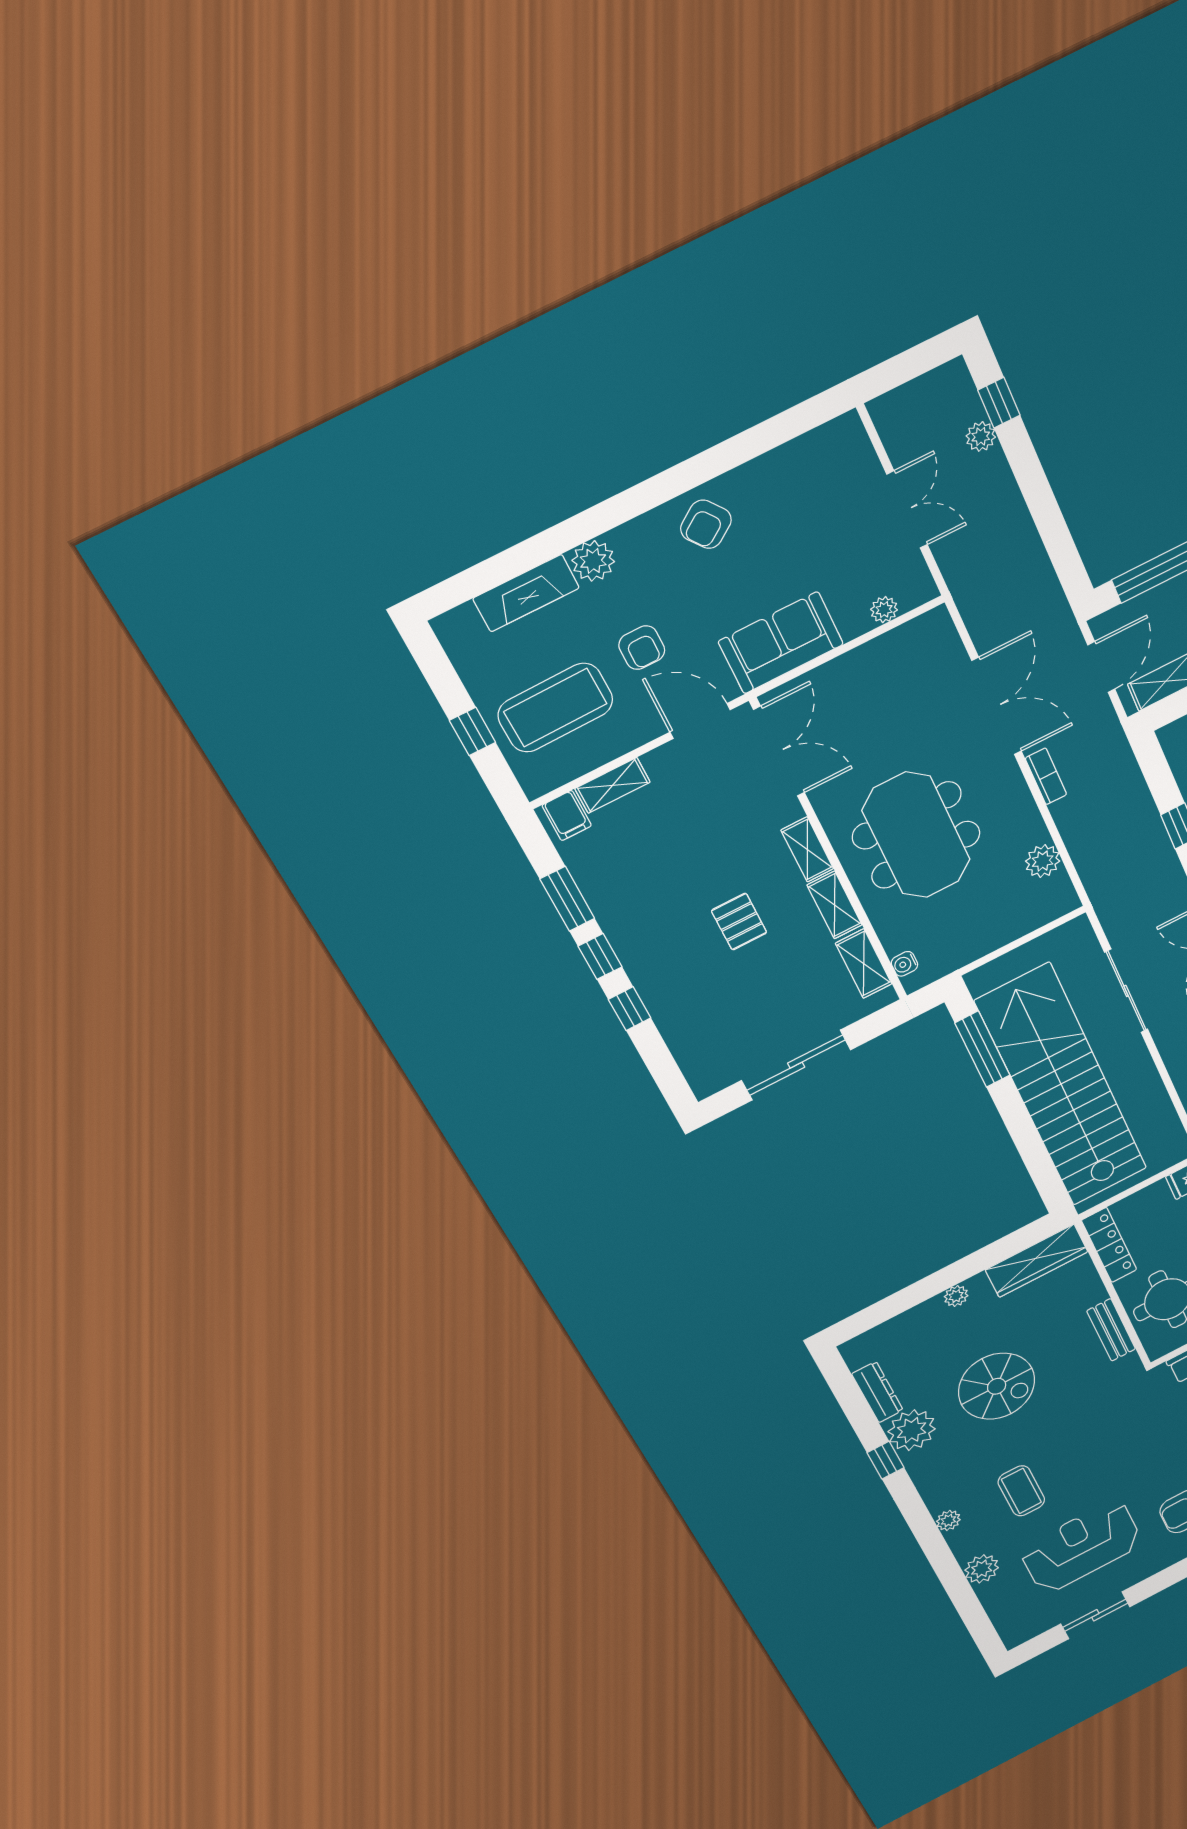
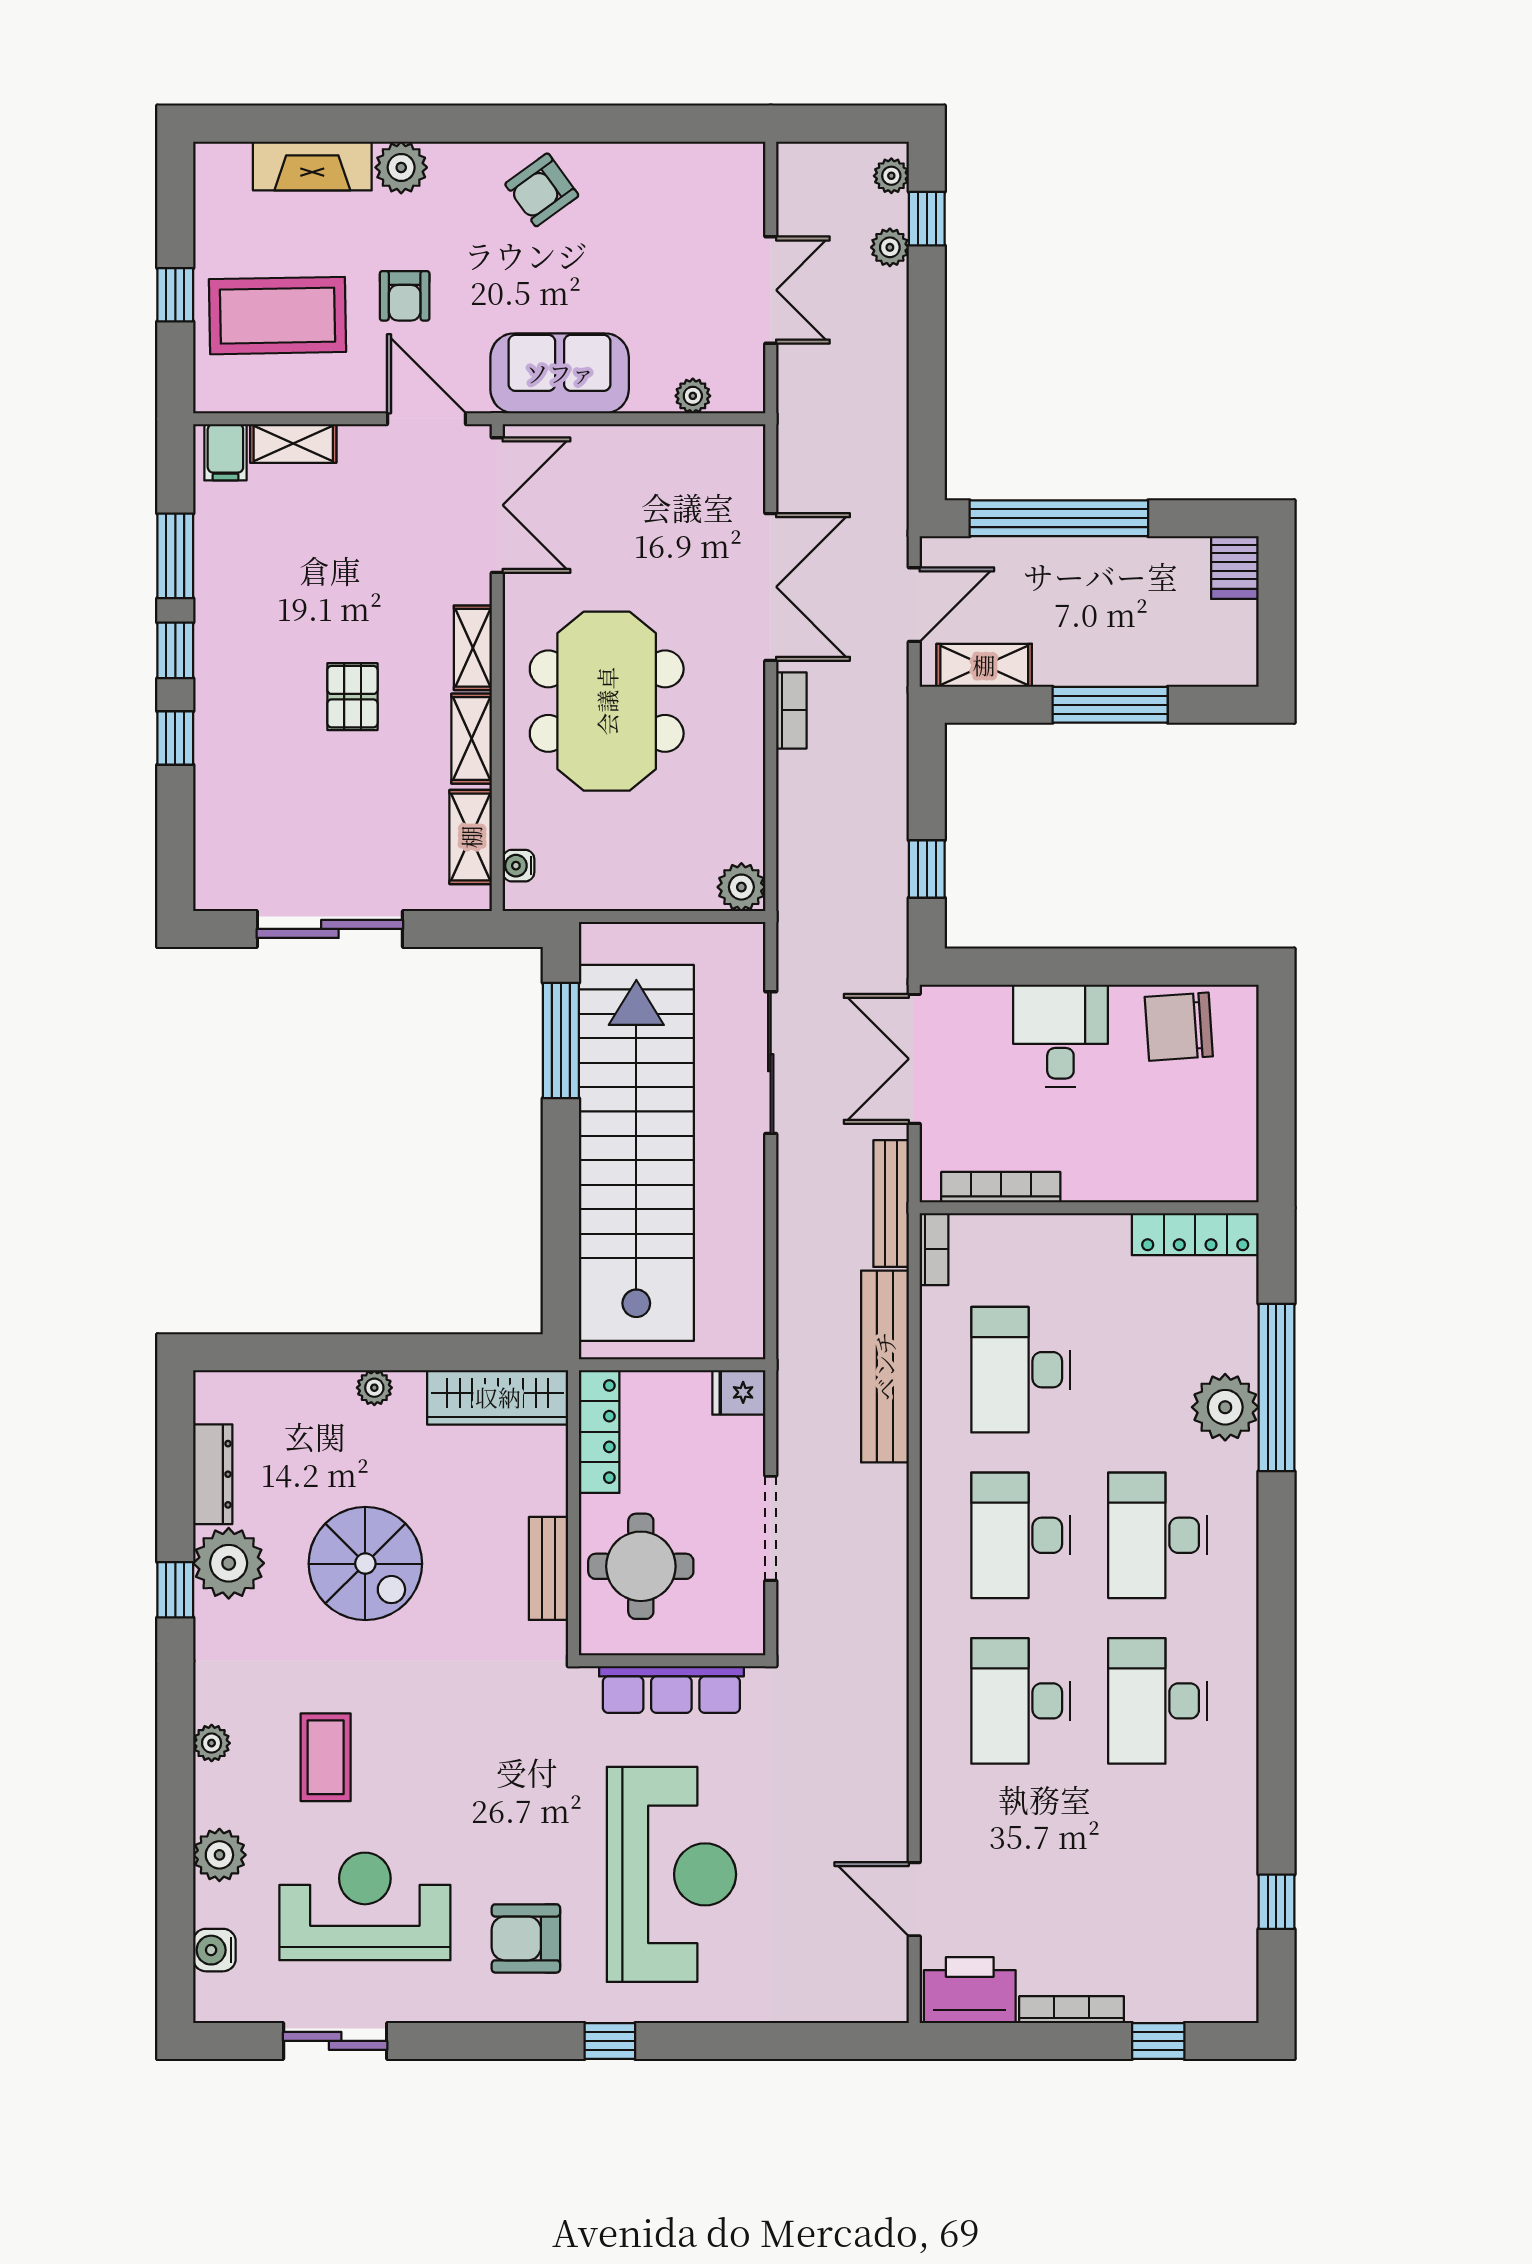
plant: (960, 385) -> (891, 176), added
plant: (1043, 861) -> (741, 887), moved
water cooler: (1002, 1613) -> (214, 1950), added

